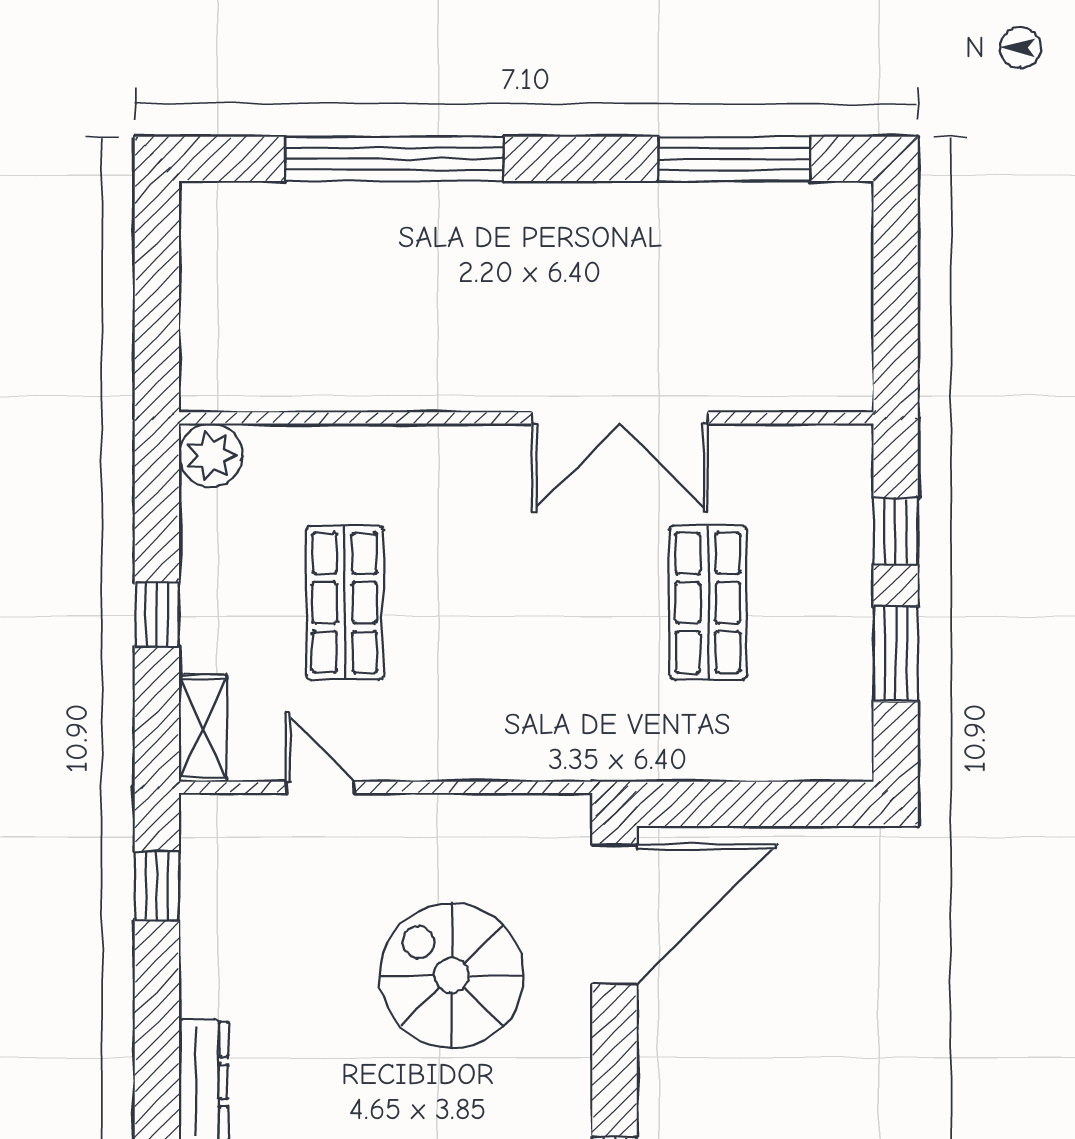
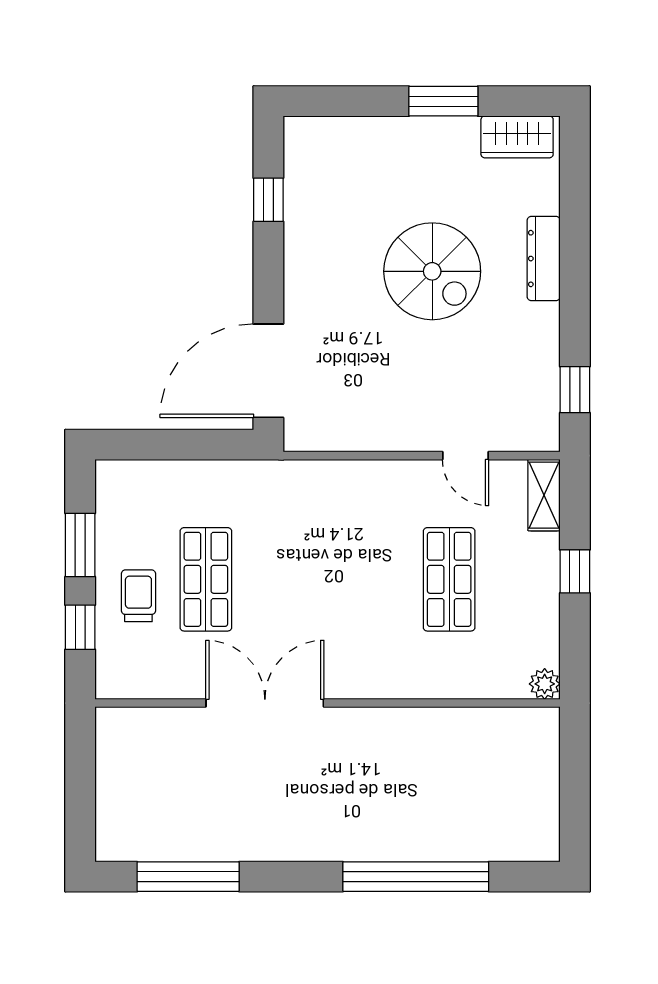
plant: (211, 455) -> (545, 684), width x0.73, depth x0.73
trolley: (809, 578) -> (138, 596), added
spiral stairs: (452, 975) -> (432, 271), moved

